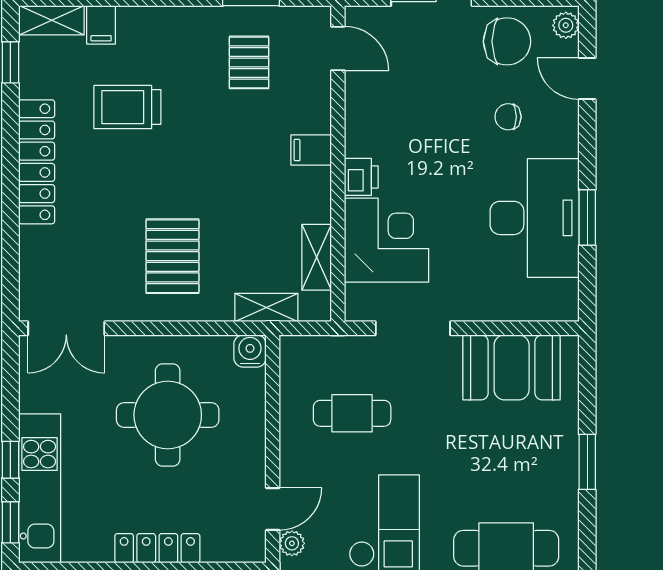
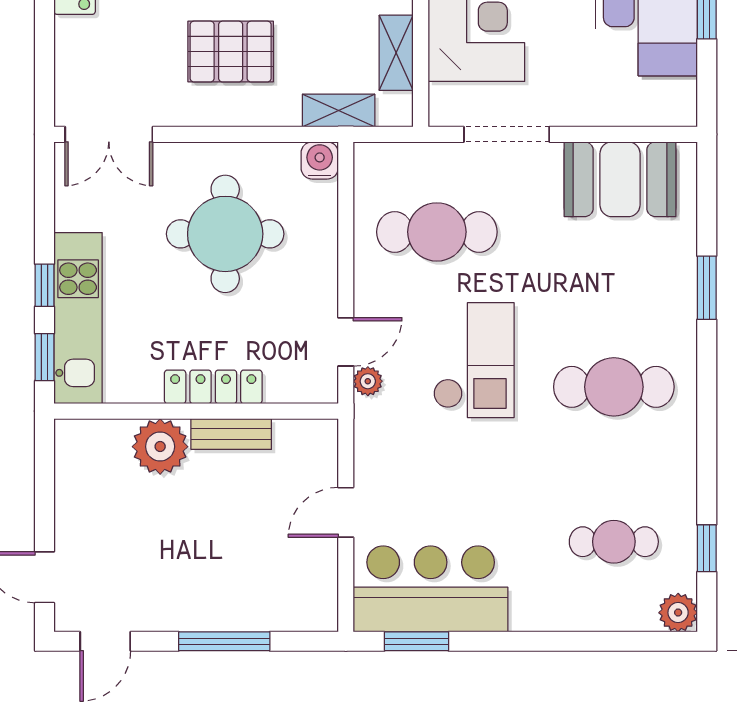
pallet: (172, 256) -> (231, 52), turned 90
cafe table: (352, 413) -> (437, 232), width x1.37, depth x1.35

